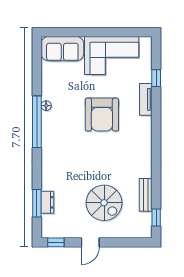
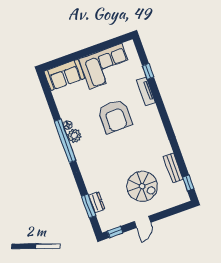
plant: (49, 120) -> (74, 136), added

